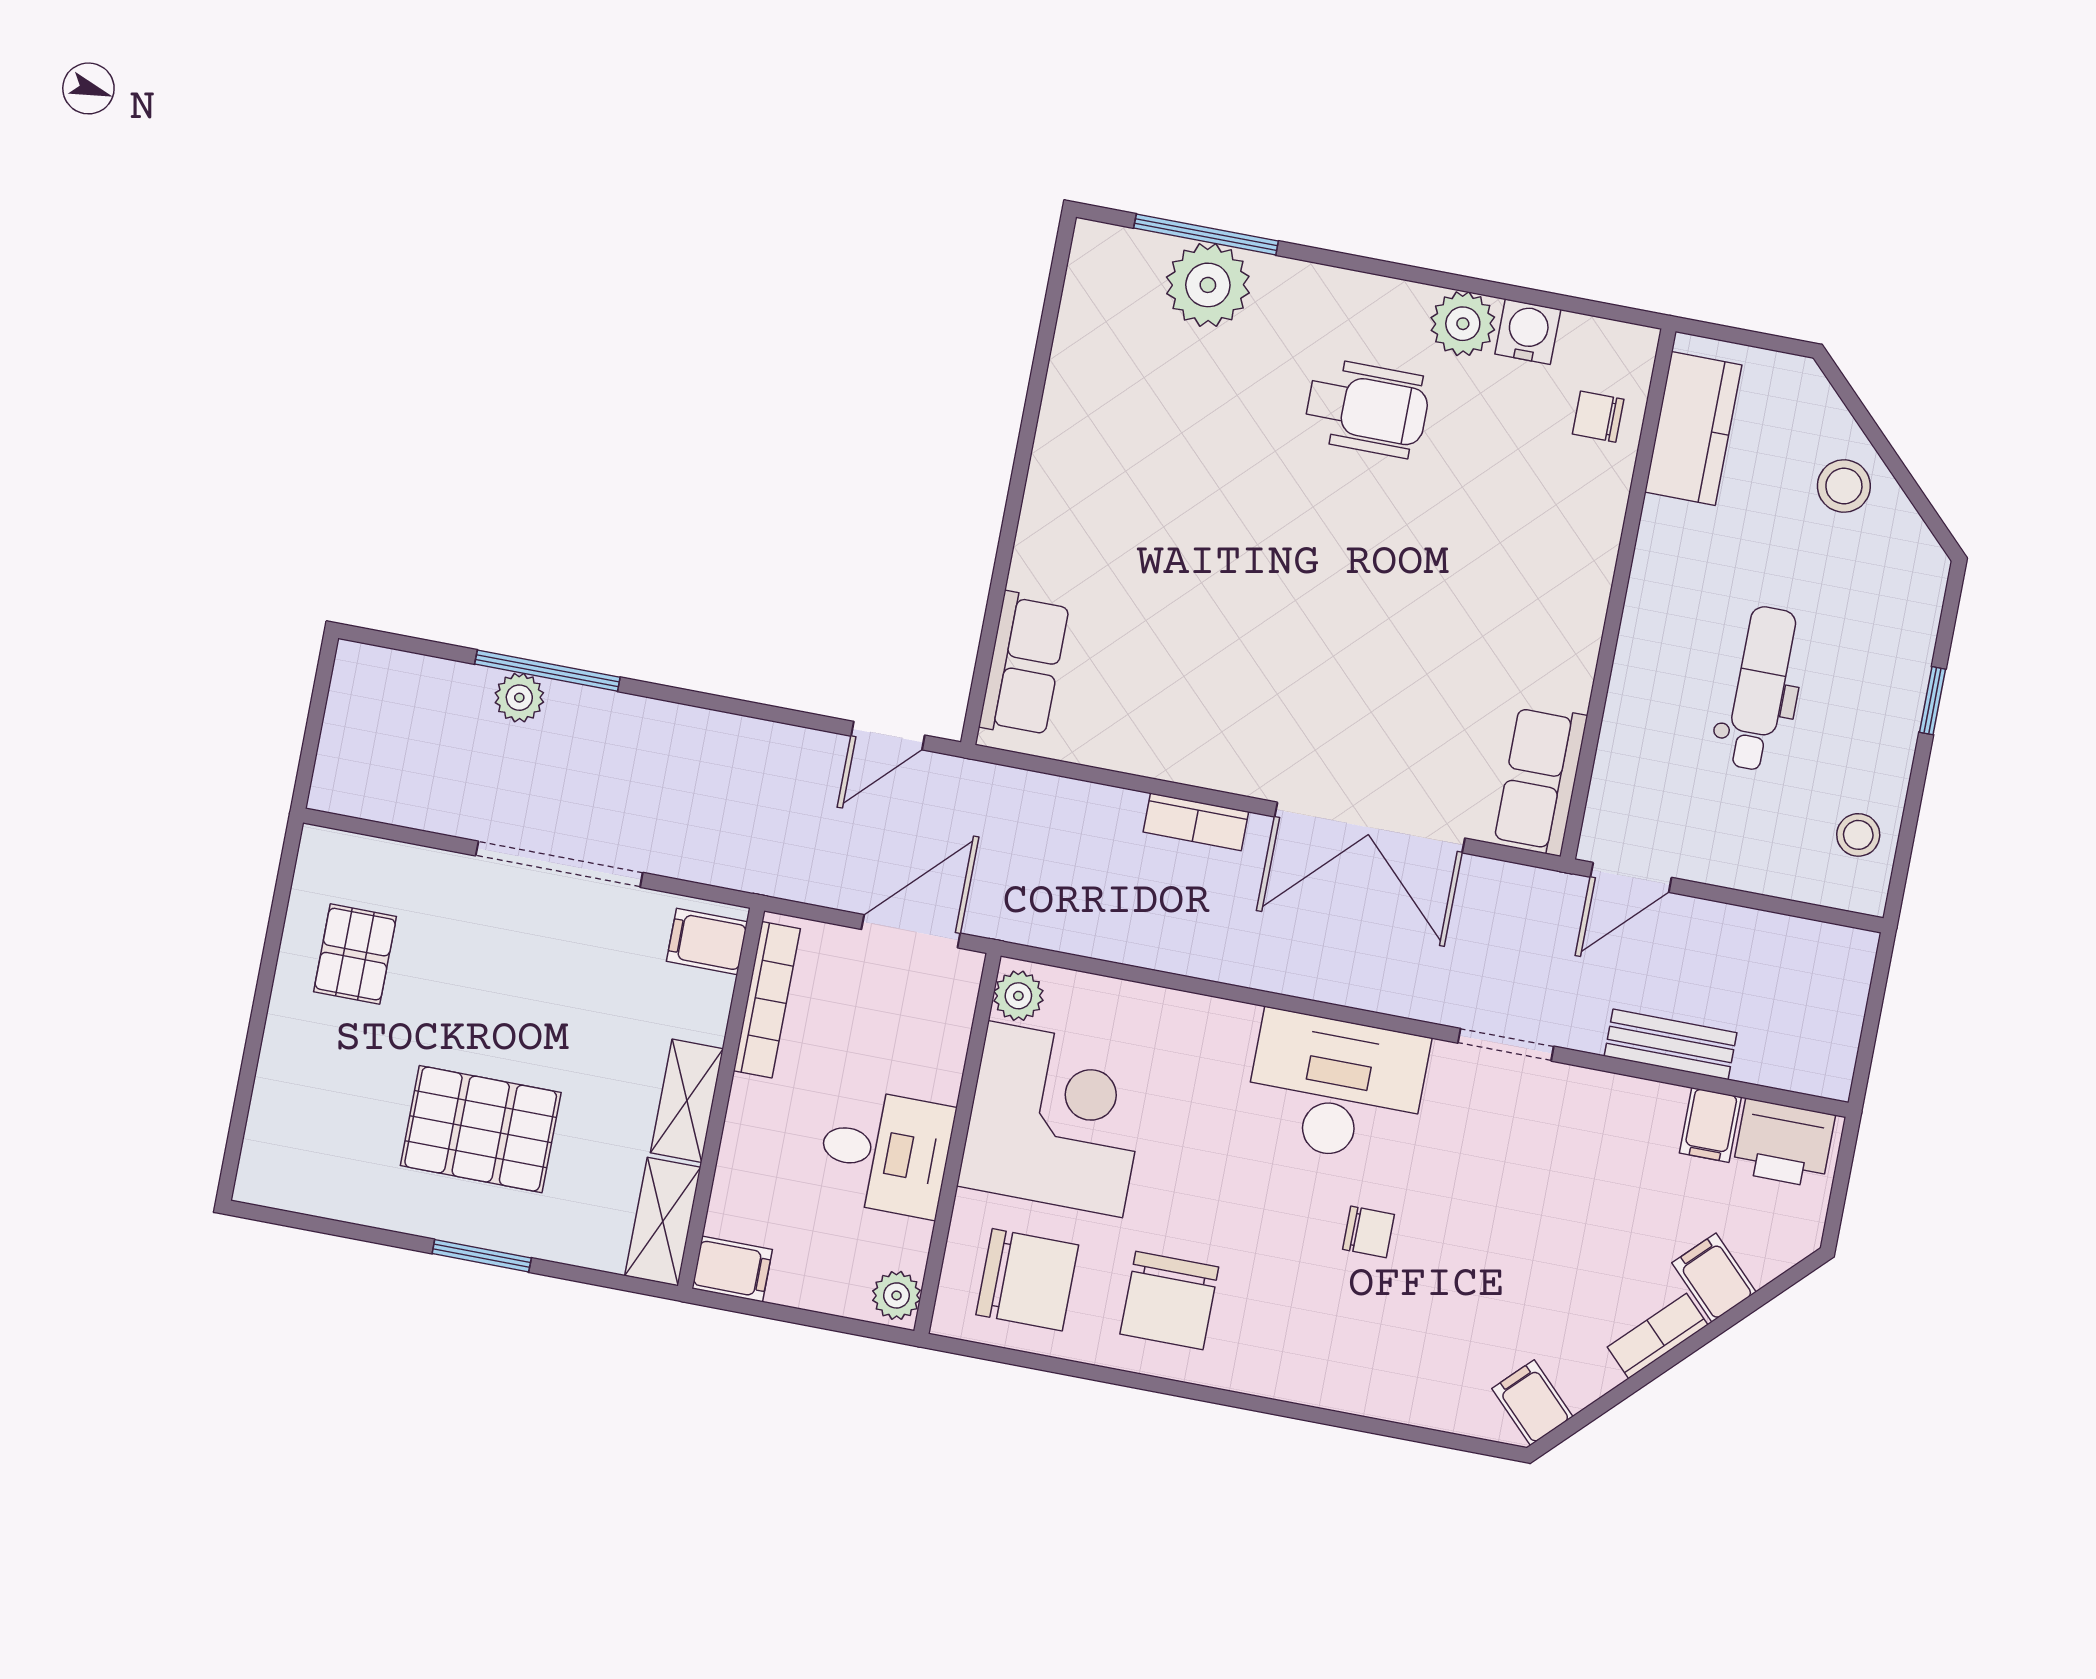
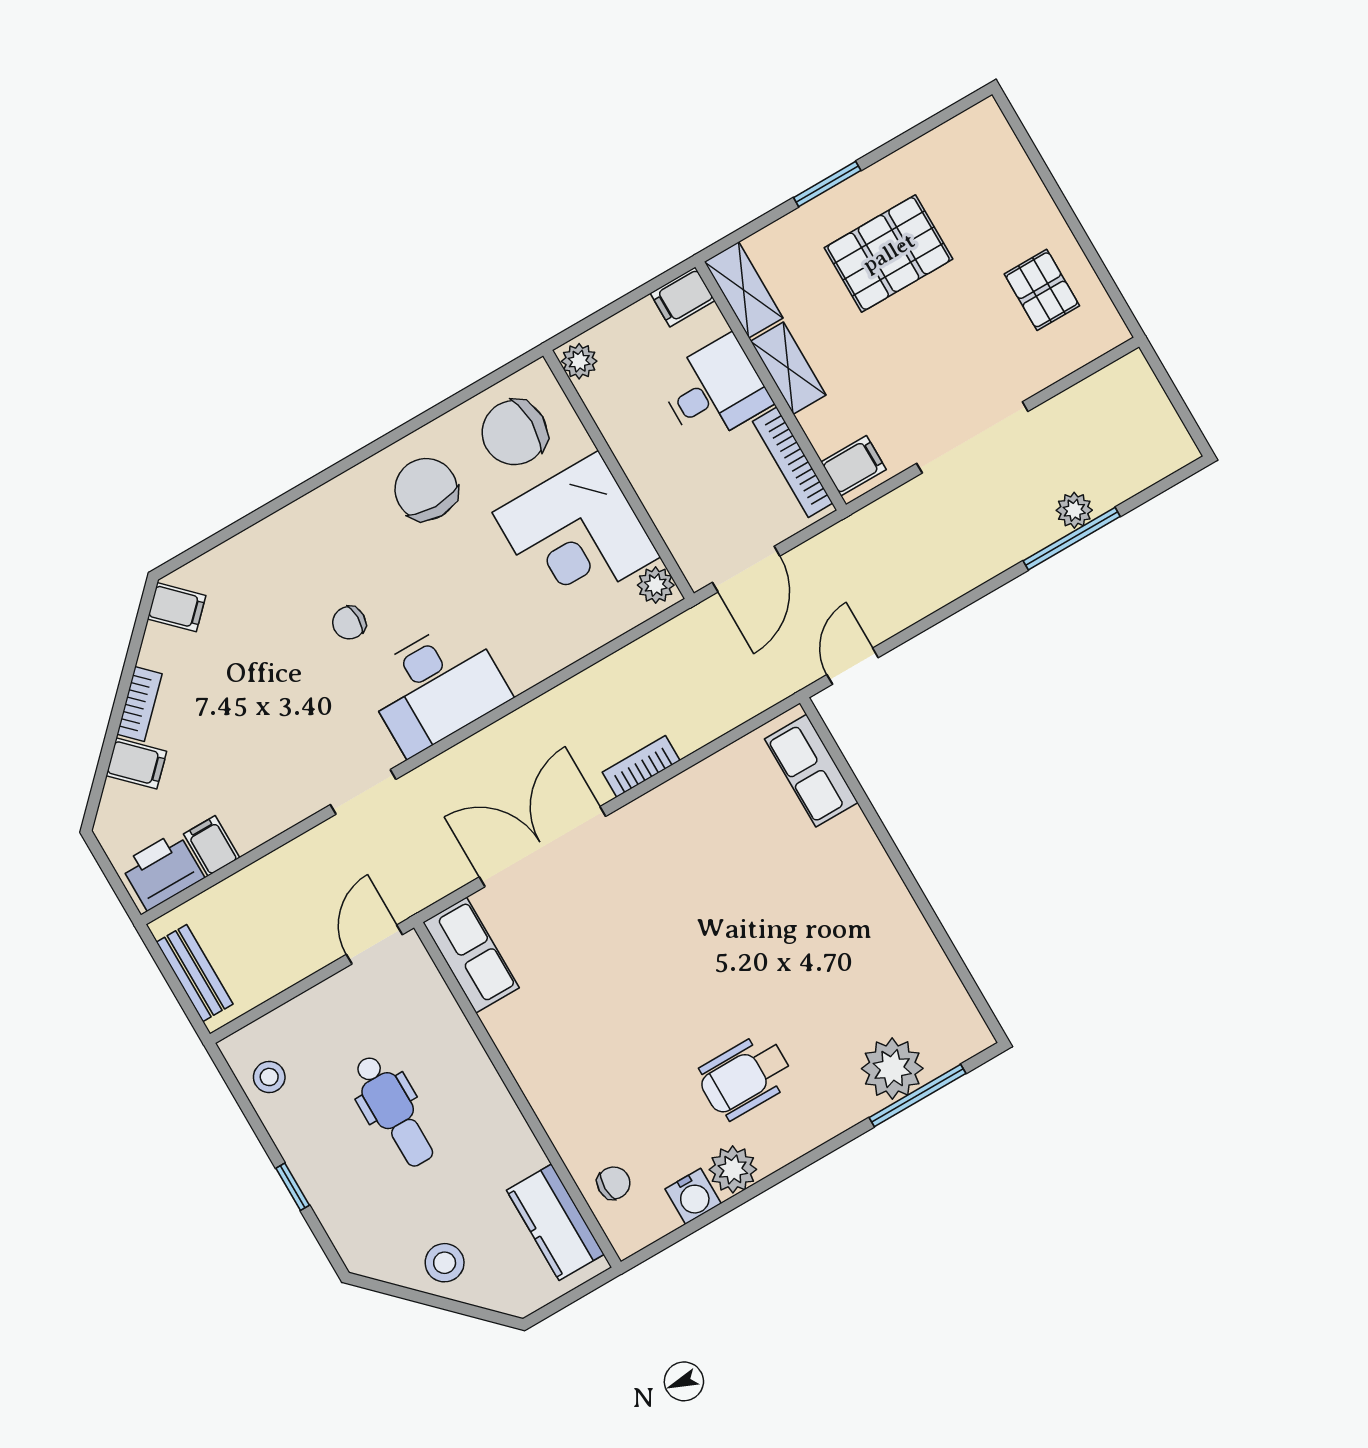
bench: (1671, 1044) -> (195, 973), moved, turned 90
desk: (885, 1153) -> (715, 390), moved, turned 180

